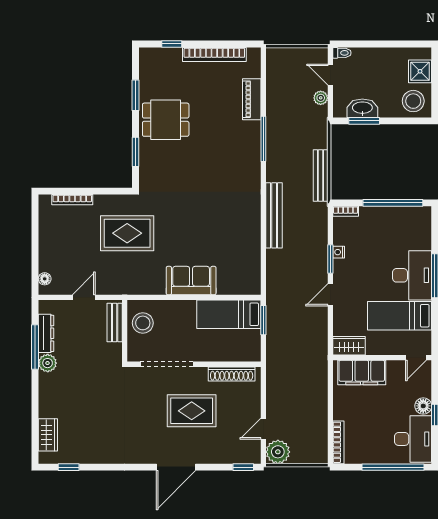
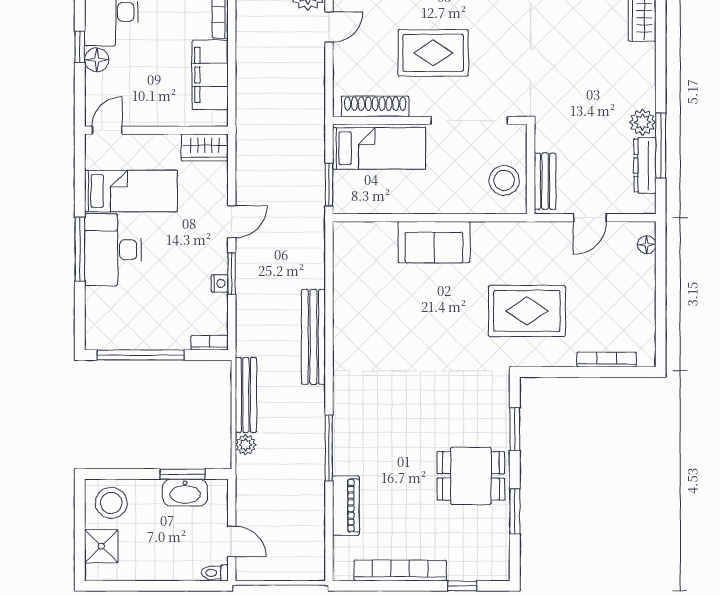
plant: (321, 98) -> (246, 445), moved
bed: (229, 314) -> (379, 148), moved
filing cabinet: (362, 372) -> (210, 75), moved, turned -90

